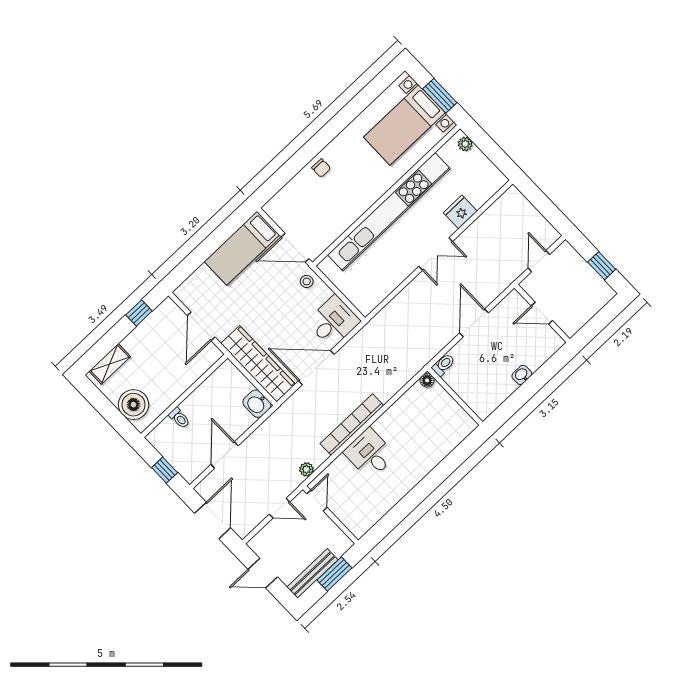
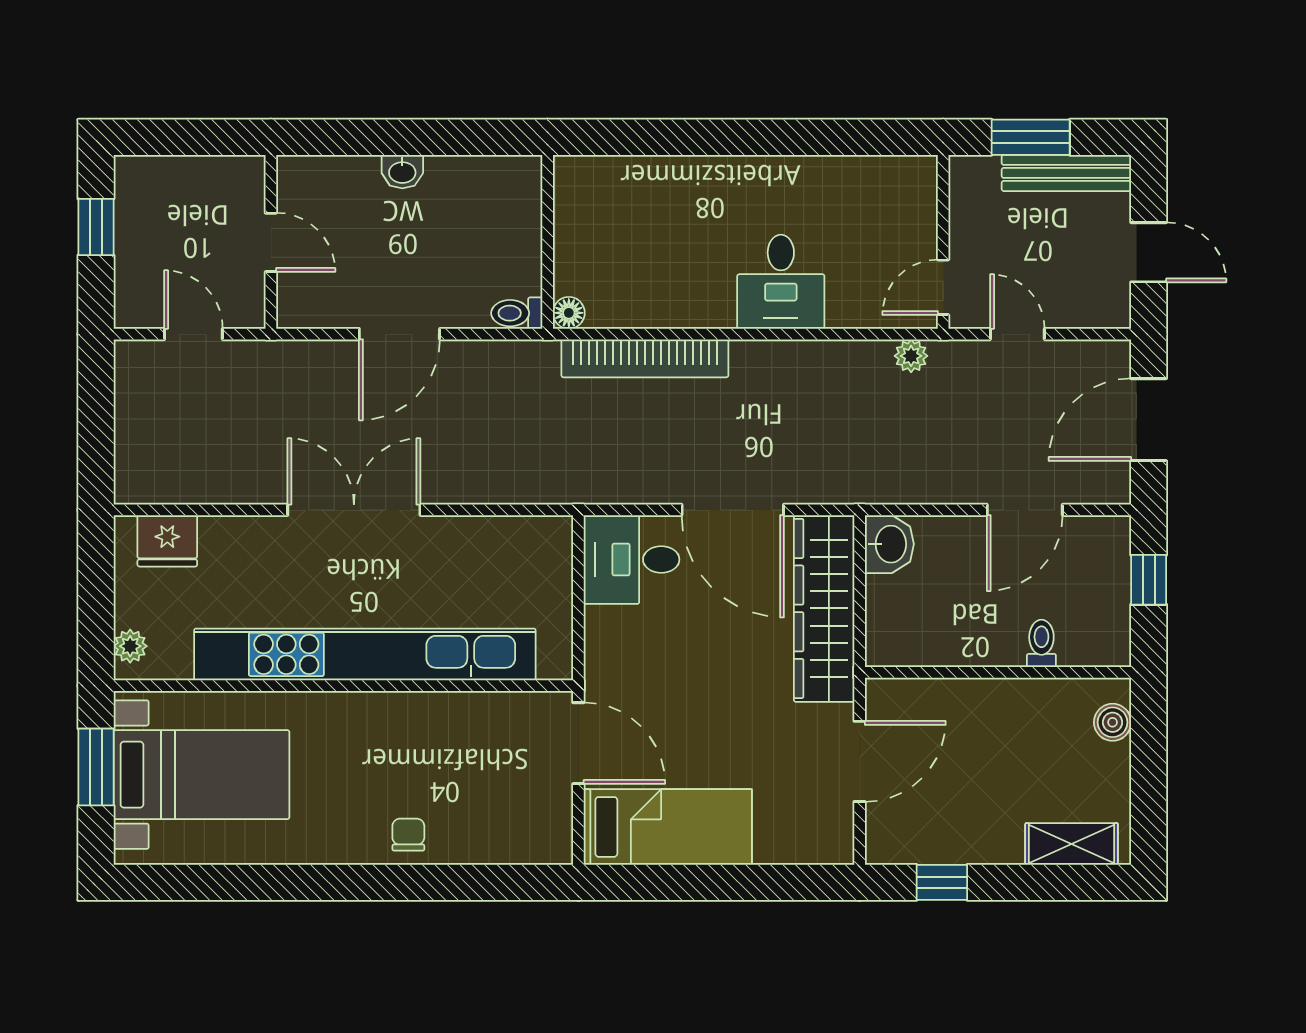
fridge: (460, 212) -> (167, 541), moved
double door: (436, 254) -> (354, 510), width x1.37
door: (539, 261) -> (193, 334), swing flipped
stool: (307, 281) -> (613, 669), removed
boiler: (134, 405) -> (1113, 722), width x0.54, depth x0.54
bookcase: (352, 425) -> (645, 358), moved

